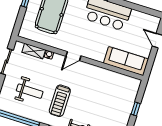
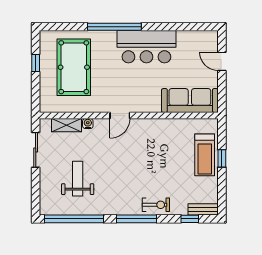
weight bench: (30, 91) -> (78, 179), turned -90
treadmill: (60, 101) -> (205, 155), moved

